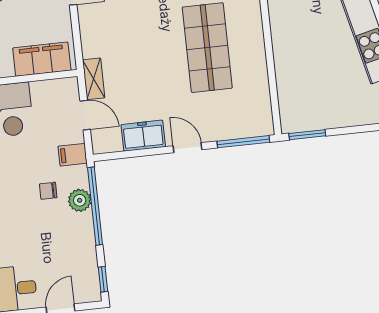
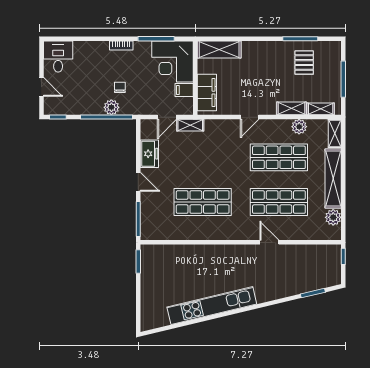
door: (188, 148) -> (138, 182), hinge flipped
filing cabinet: (73, 155) -> (184, 90), moved, turned -90

